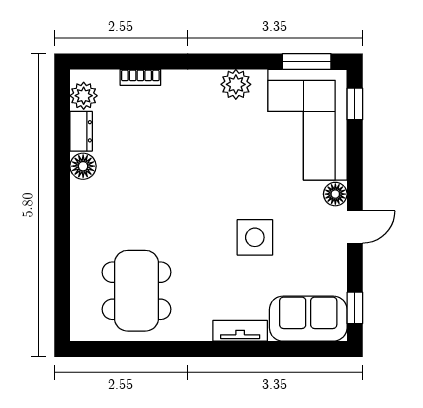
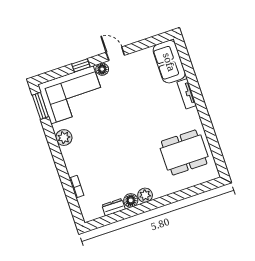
plant: (84, 96) -> (145, 195), moved
window: (355, 104) -> (81, 65), moved
side table: (255, 237) -> (137, 102), removed
window: (355, 308) -> (156, 40), removed

